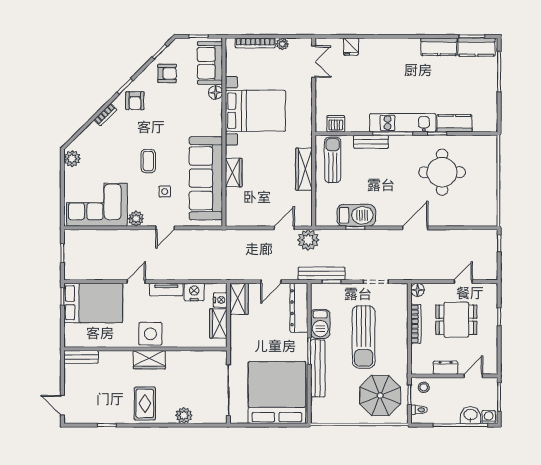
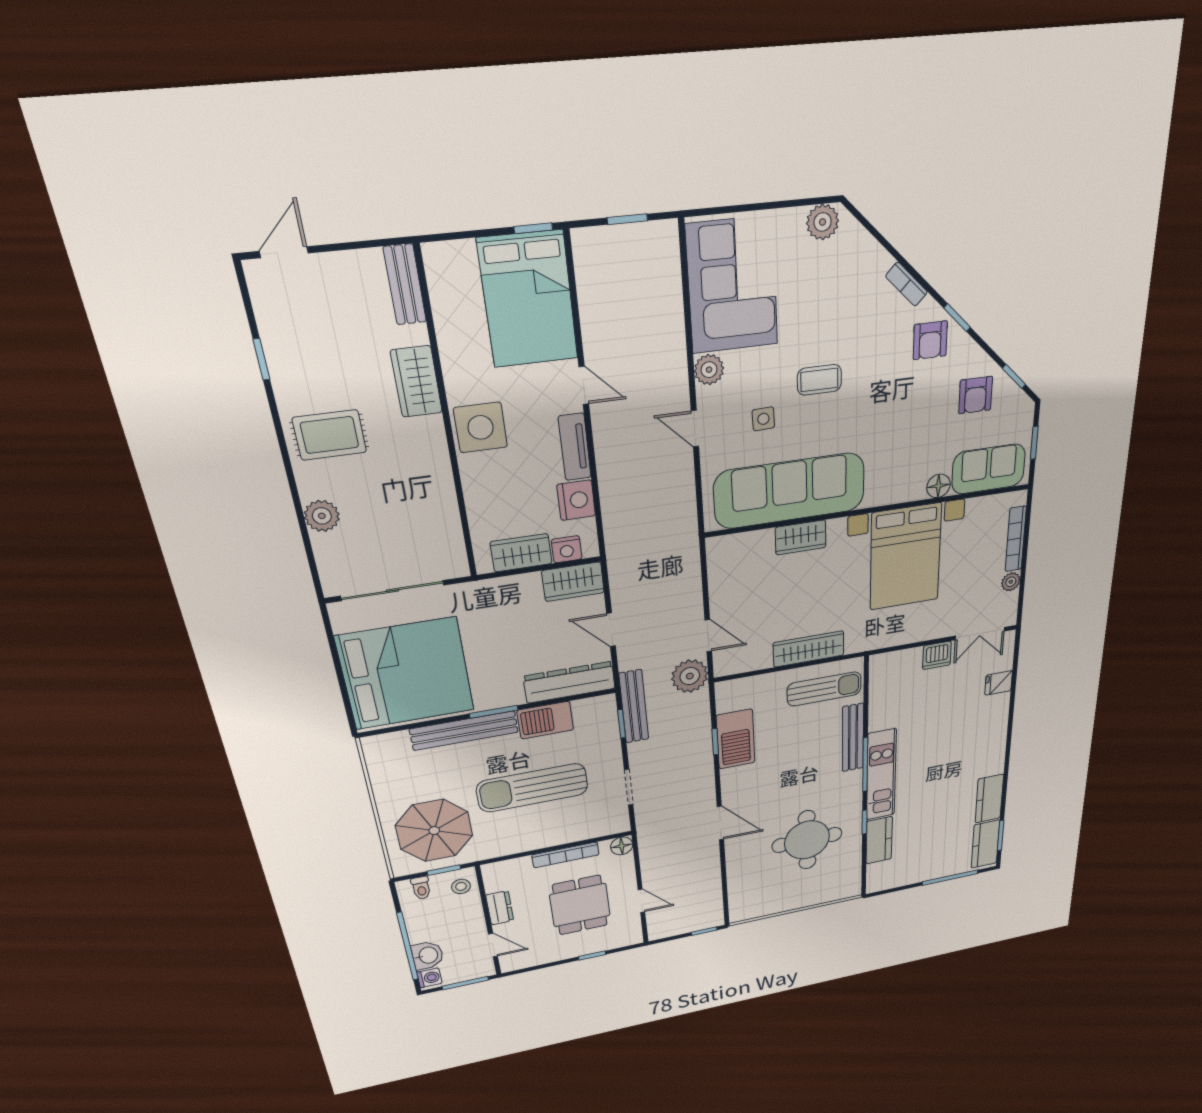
armchair: (135, 101) -> (930, 340), turned -90
dishwasher: (336, 124) -> (937, 655), moved, turned 90
bench: (371, 142) -> (853, 738), width x1.36
wardrobe: (149, 360) -> (417, 382), moved

